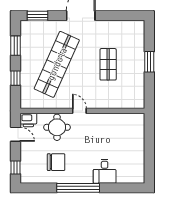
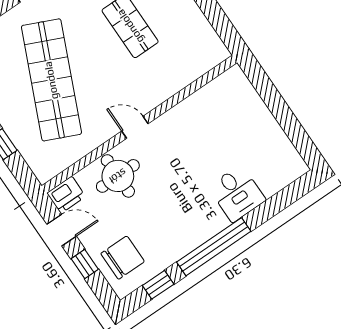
chair: (56, 162) -> (123, 258), moved
window: (16, 167) -> (85, 264), moved
window: (42, 188) -> (158, 285), added

